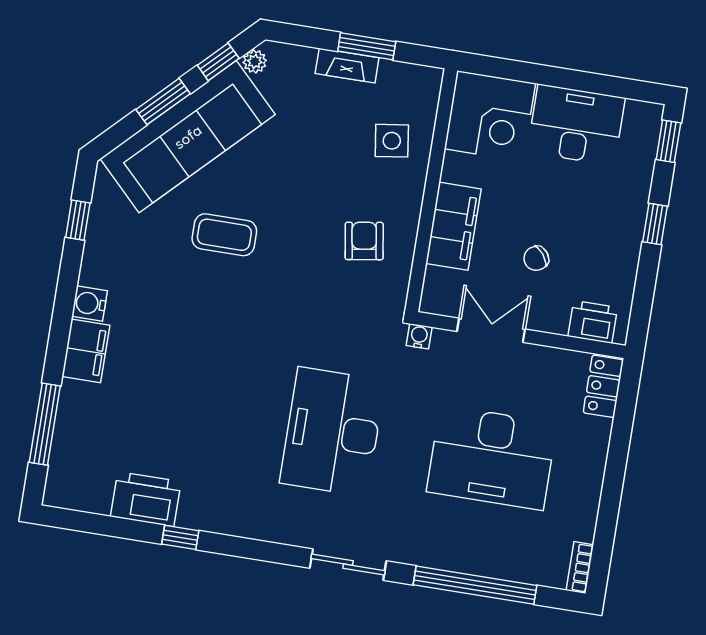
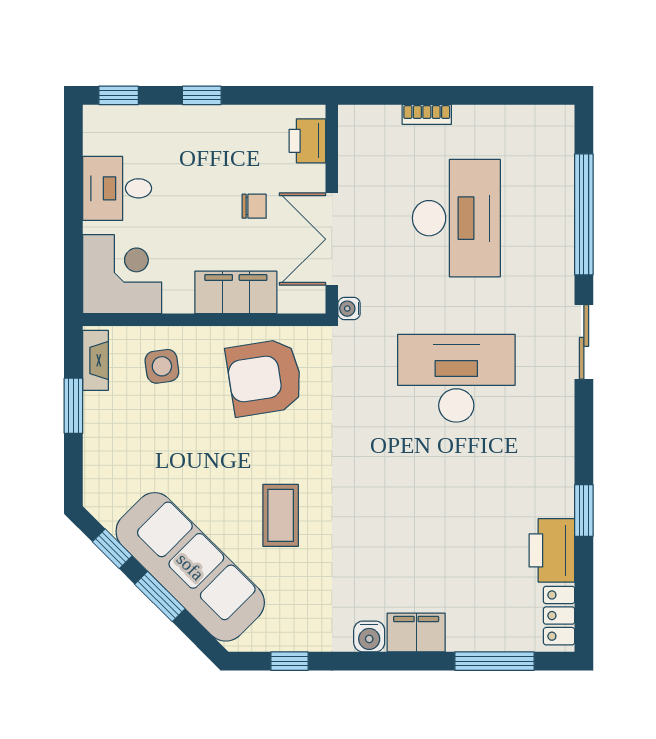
plant: (255, 61) -> (106, 513), removed
fireplace: (347, 66) -> (95, 360), moved
desk: (576, 125) -> (117, 188), width x0.73
armchair: (364, 241) -> (264, 377), width x1.88, depth x1.88
chair: (536, 258) -> (254, 206), turned -52
double door: (491, 330) -> (332, 239), width x1.37
locker: (603, 386) -> (559, 616), moved, turned 90
desk: (332, 432) -> (456, 378), turned 180
window: (180, 537) -> (584, 510), width x1.50
bookcase: (580, 568) -> (427, 114), moved

